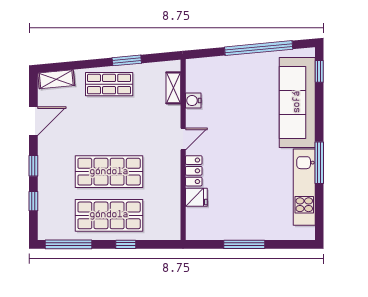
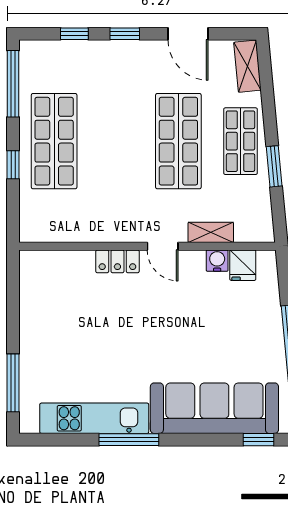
shelving: (173, 88) -> (211, 232), moved
shop shelf: (109, 172) -> (178, 141), moved
fridge: (196, 197) -> (243, 265), moved
window: (244, 244) -> (13, 383), moved

